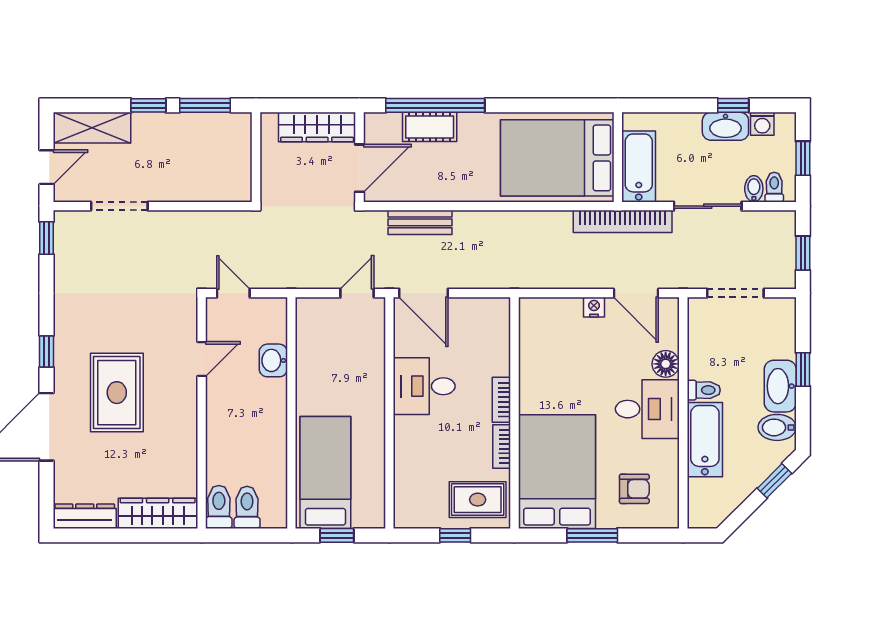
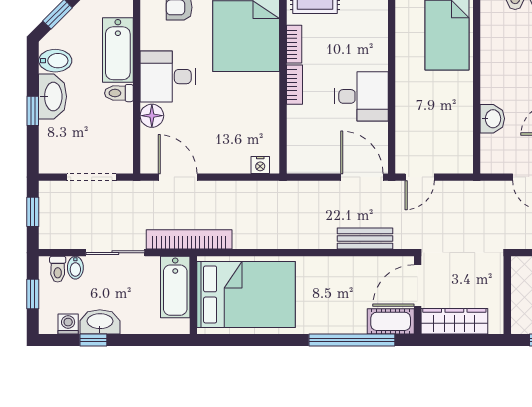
cot: (430, 127) -> (391, 321), moved
nightstand: (594, 307) -> (260, 165), moved

